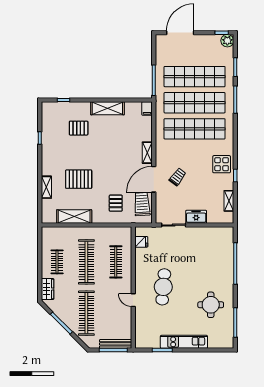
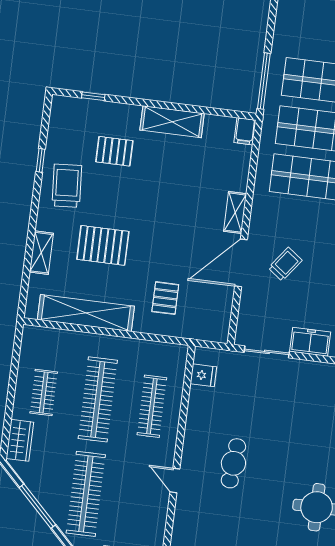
trolley: (142, 204) -> (67, 186), moved
shelving: (74, 216) -> (86, 313), width x1.47
cafe table: (163, 287) -> (233, 463), width x0.73, depth x0.74

